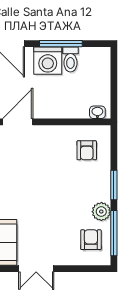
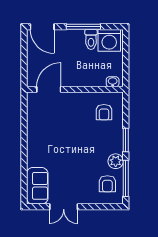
washing machine: (48, 61) -> (109, 40), moved
armchair: (91, 240) -> (107, 184), turned 180

